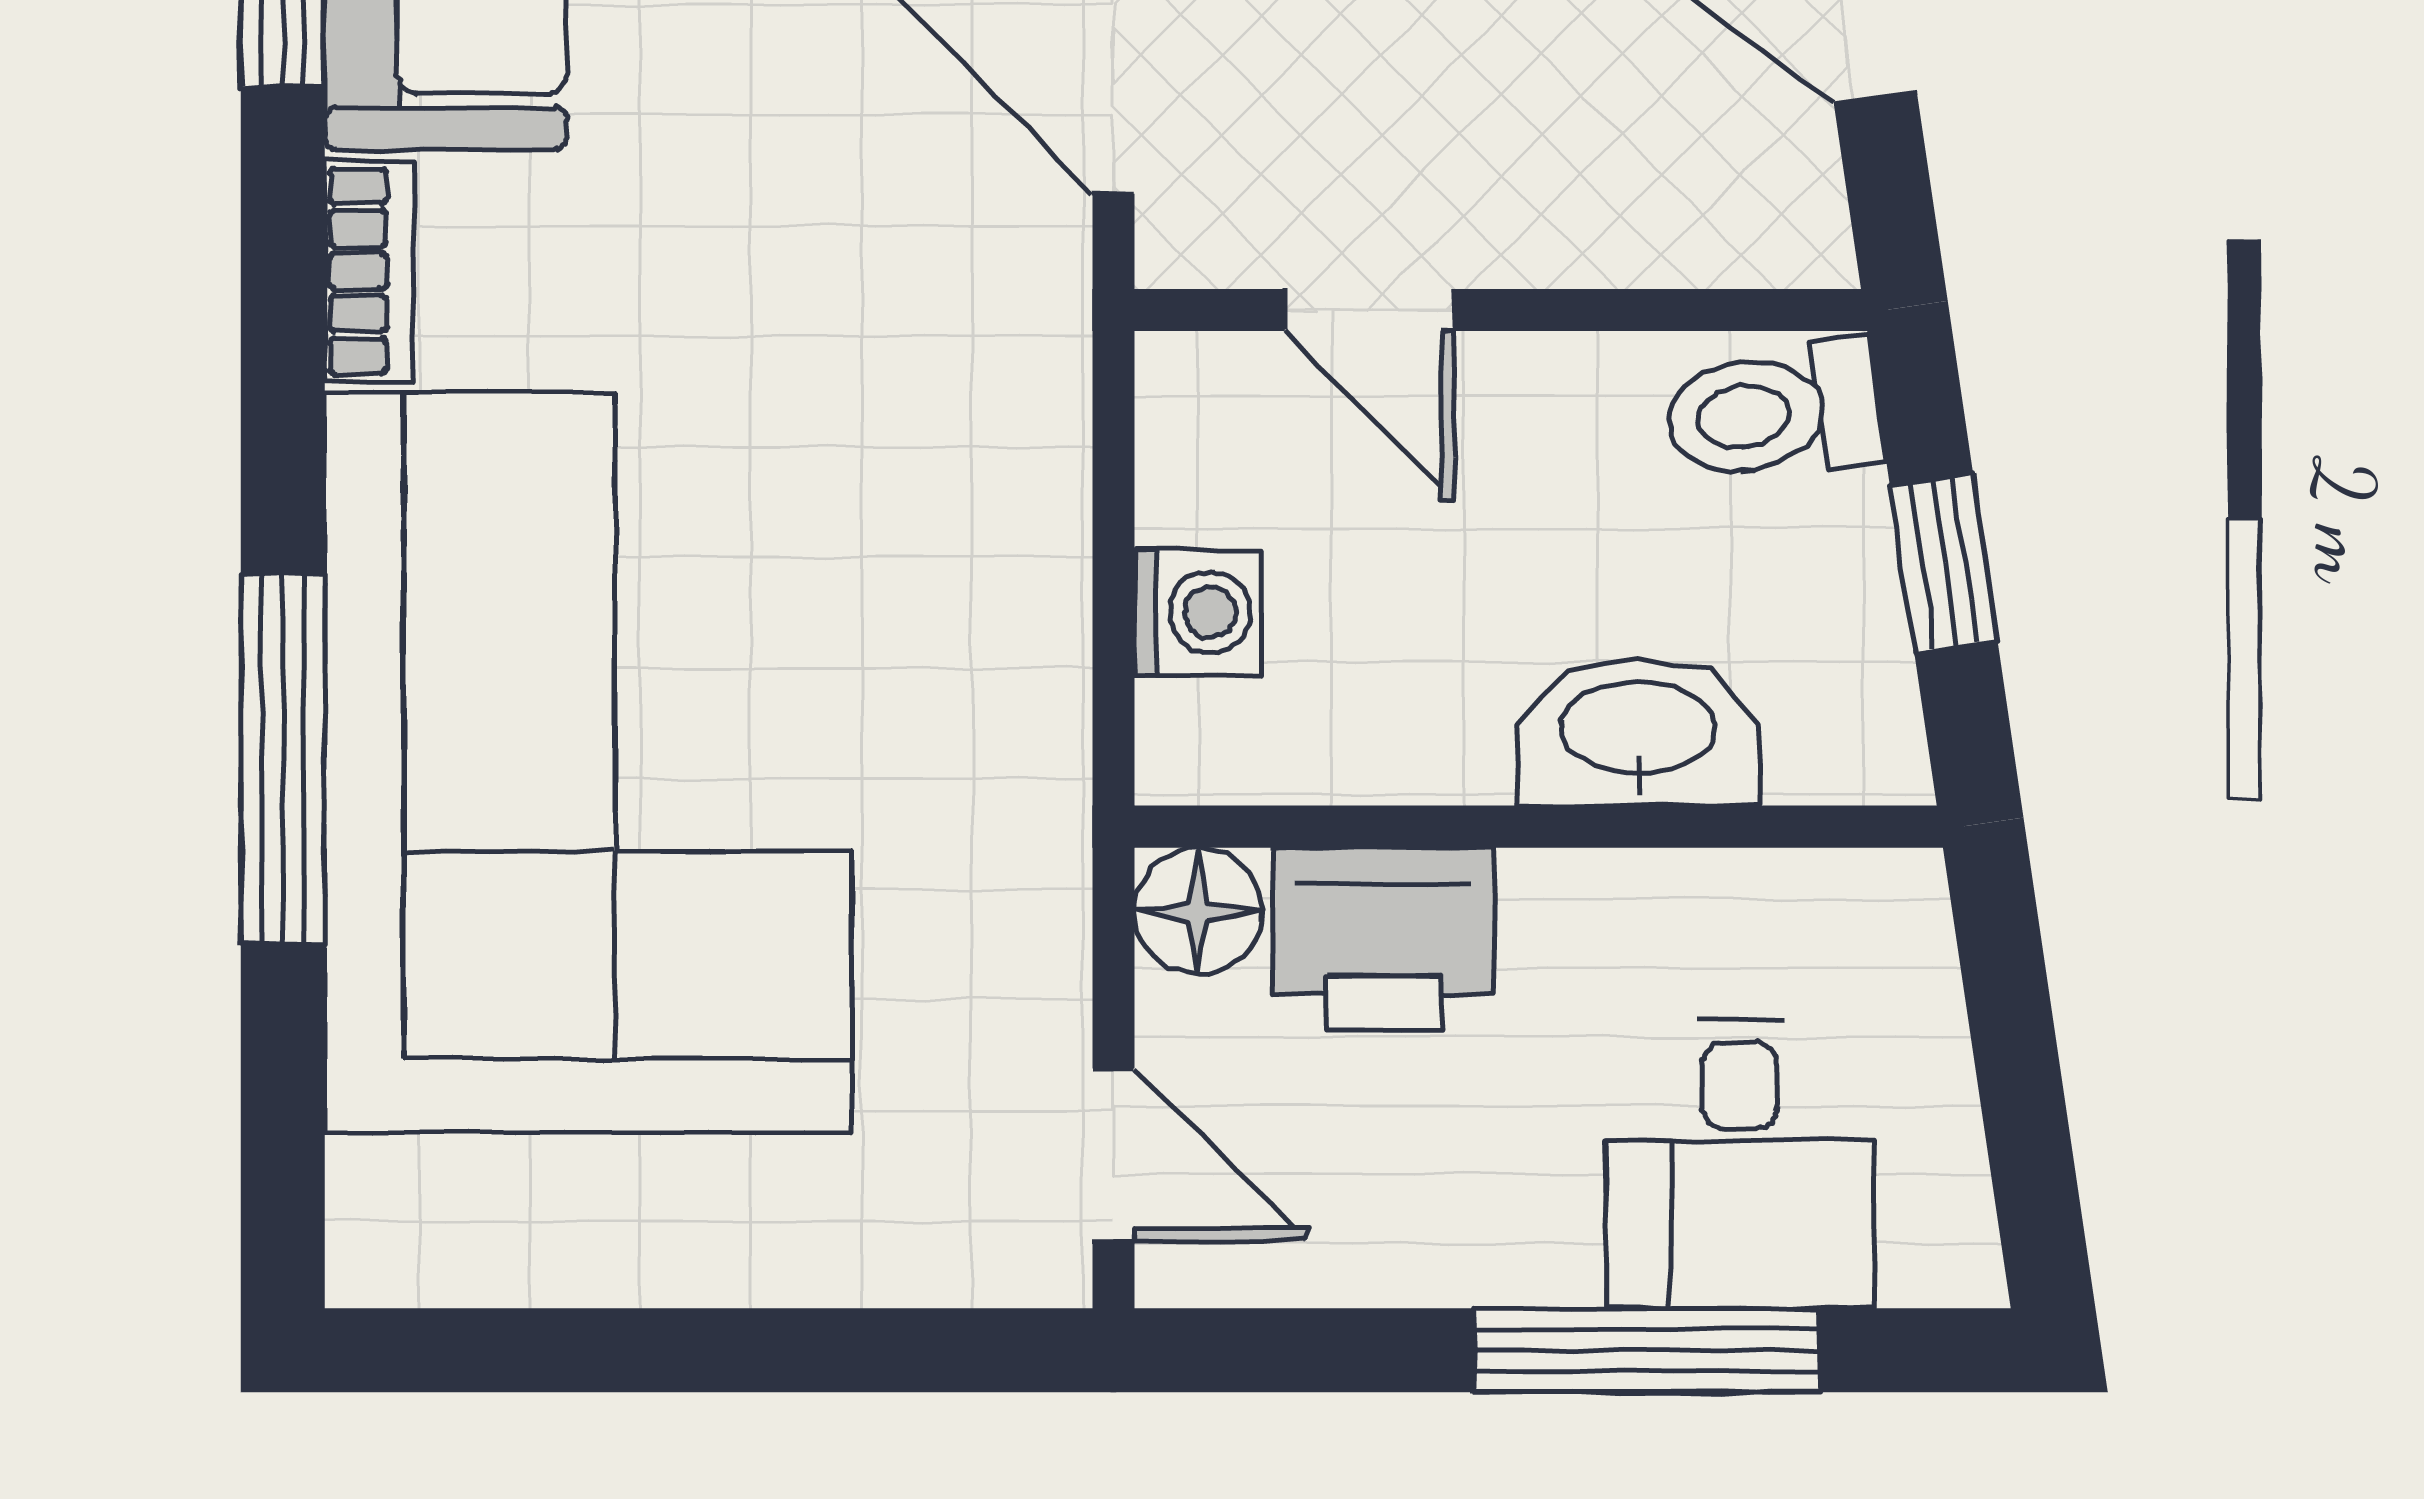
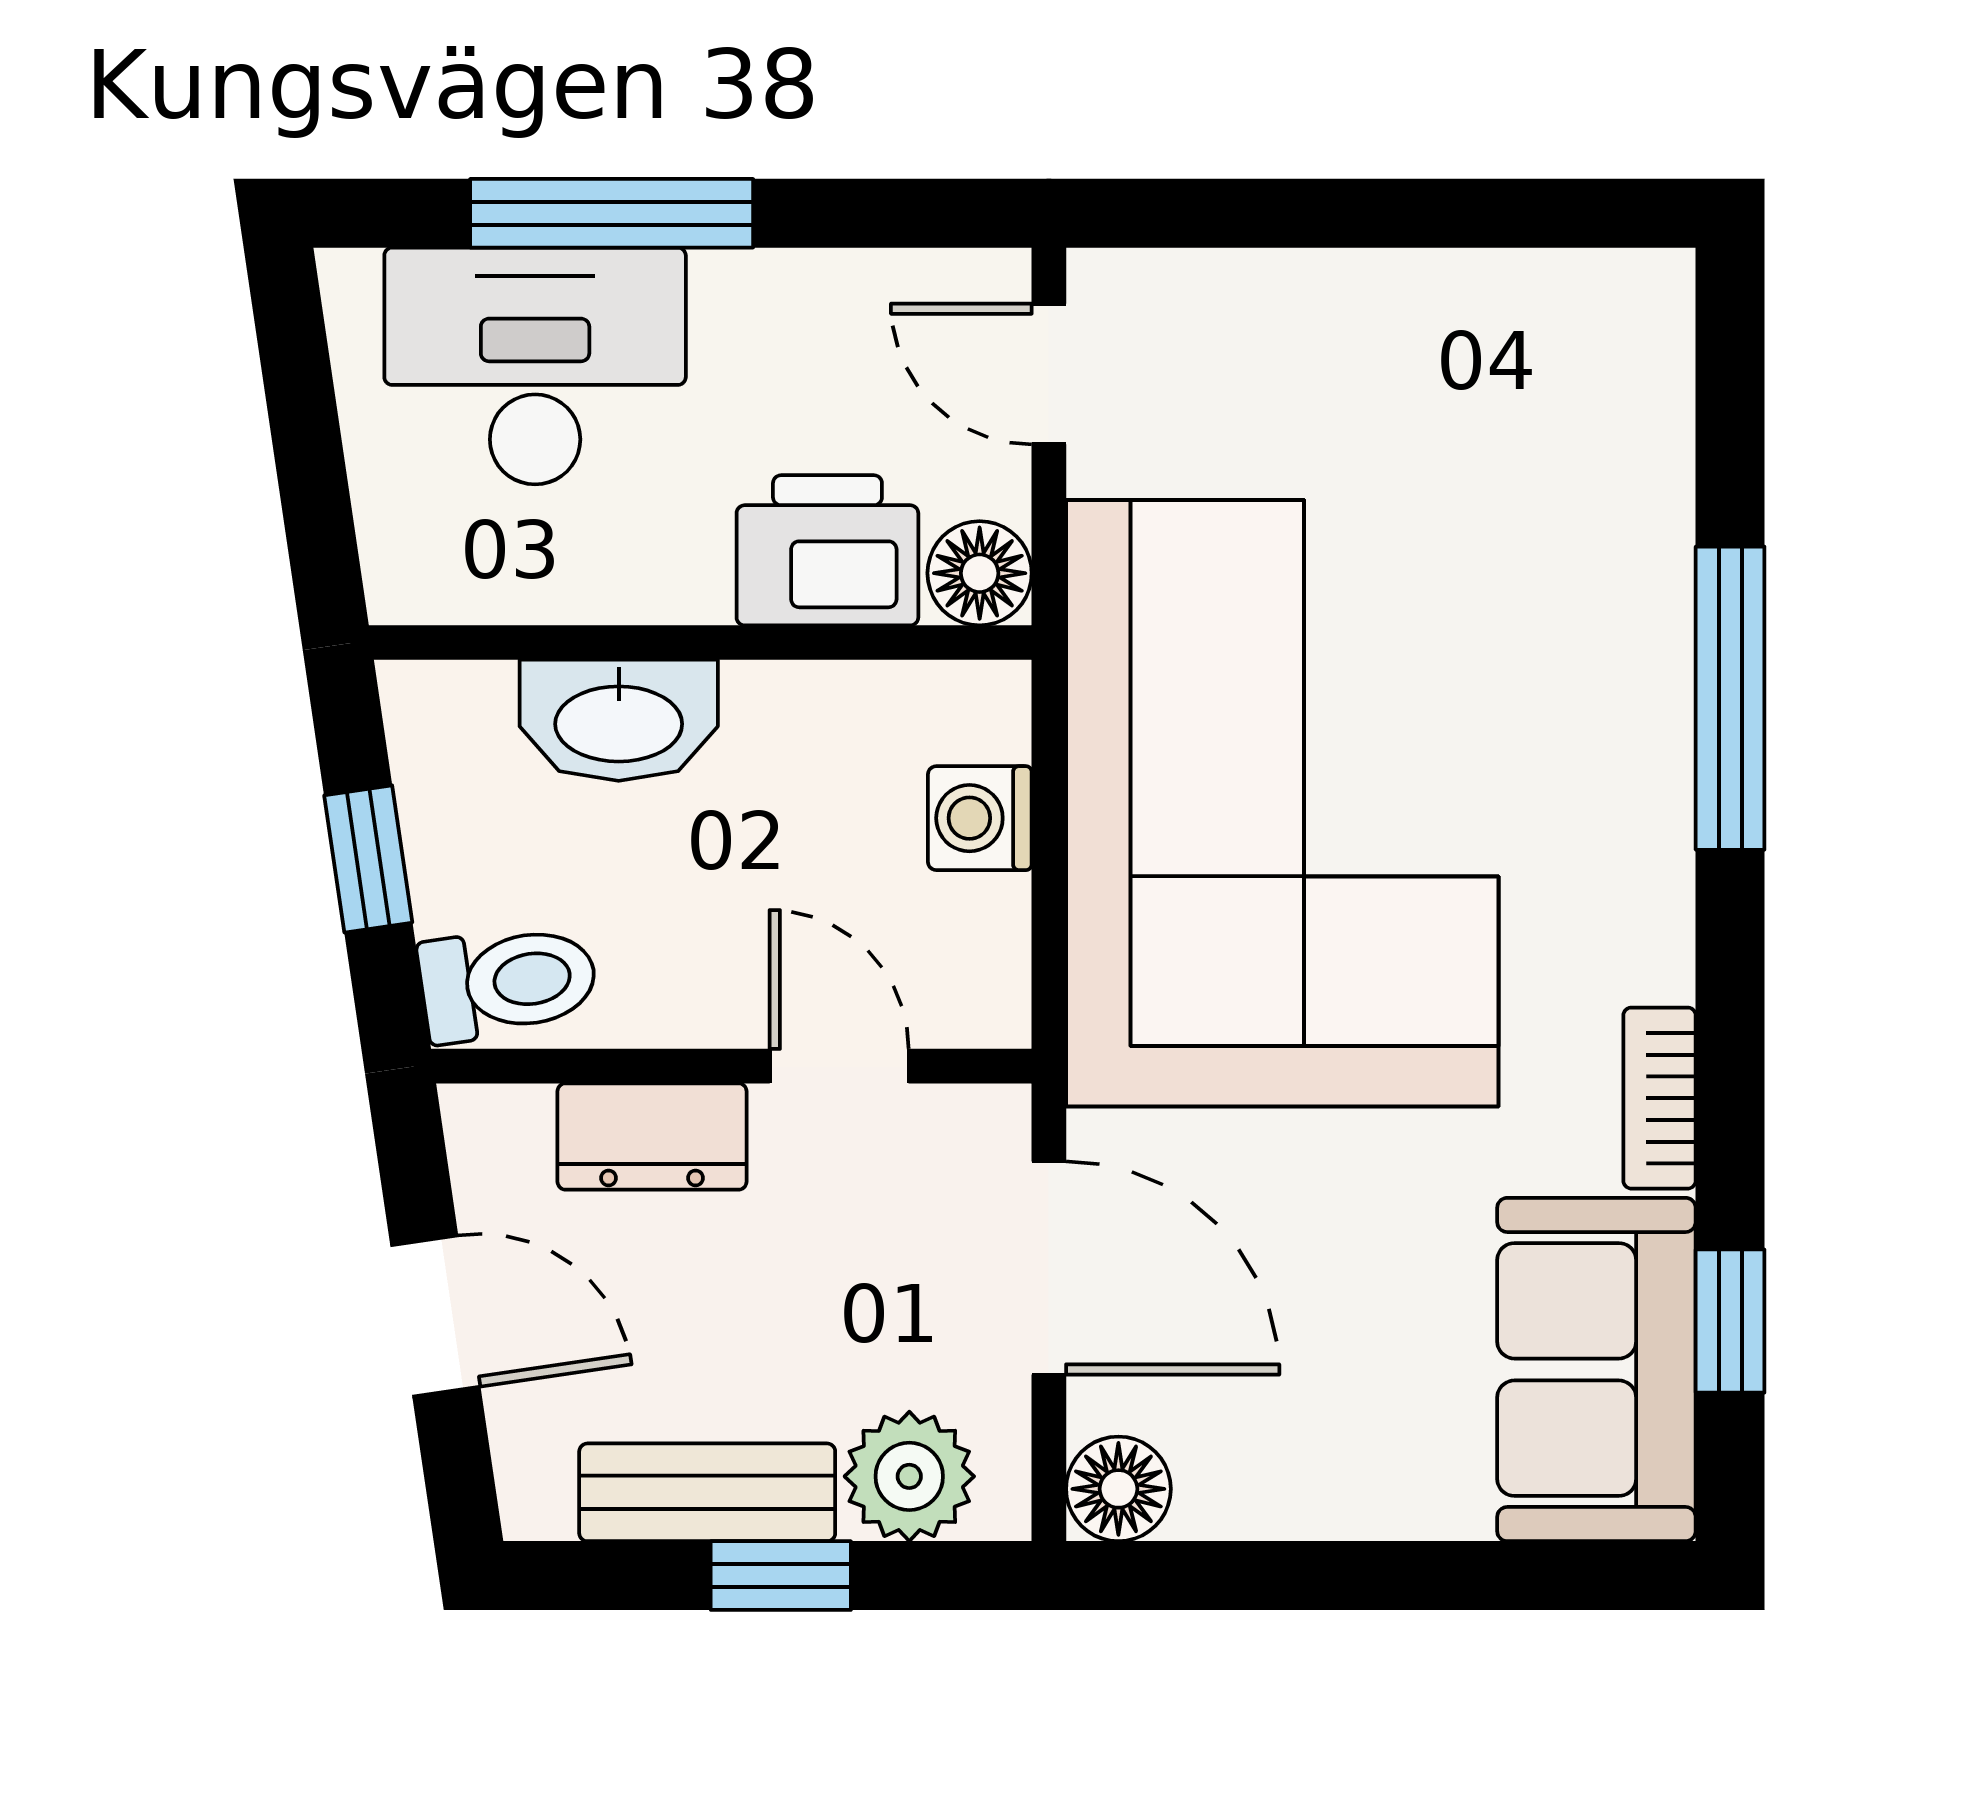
dresser: (1598, 224) -> (652, 1136), added
corner sofa: (588, 763) -> (1282, 803), moved, turned 180
desk: (1740, 1164) -> (535, 366), width x1.37

